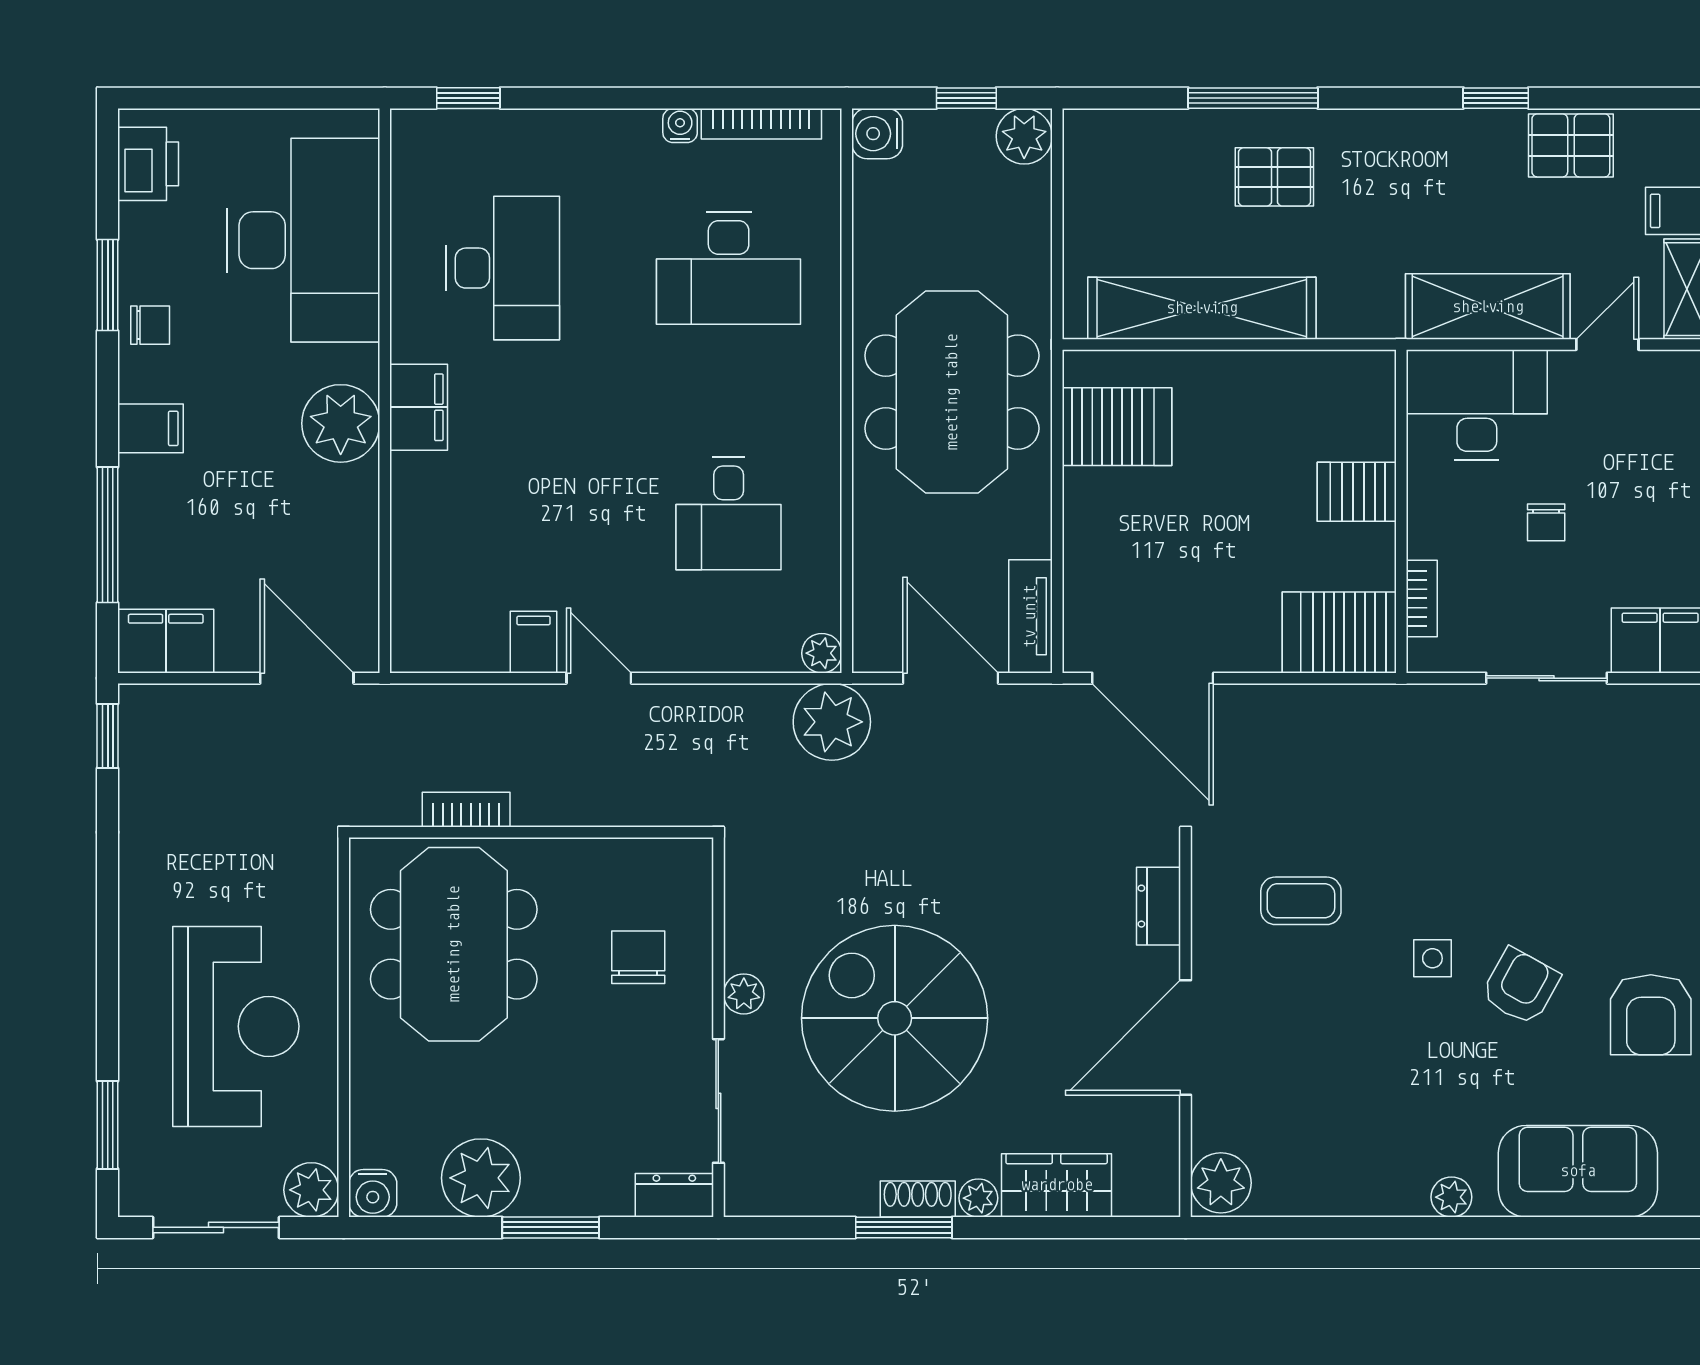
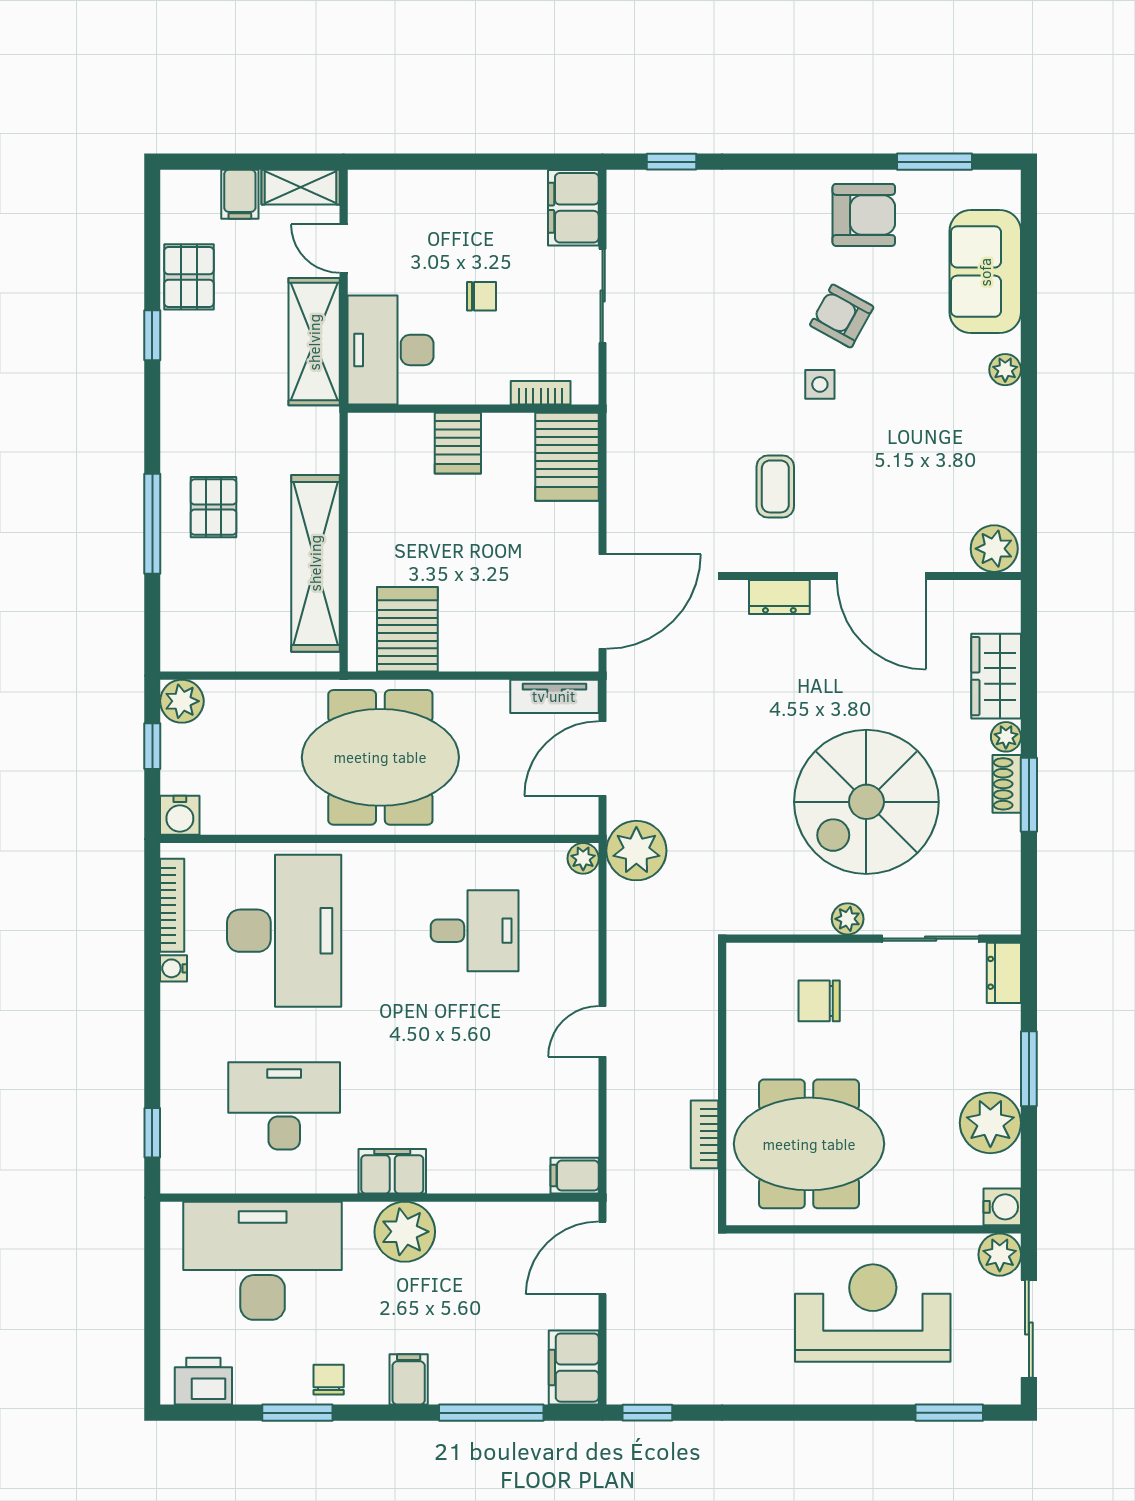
desk: (729, 268) -> (284, 931), width x1.36, depth x1.30
filing cabinet: (534, 642) -> (575, 1176), moved

